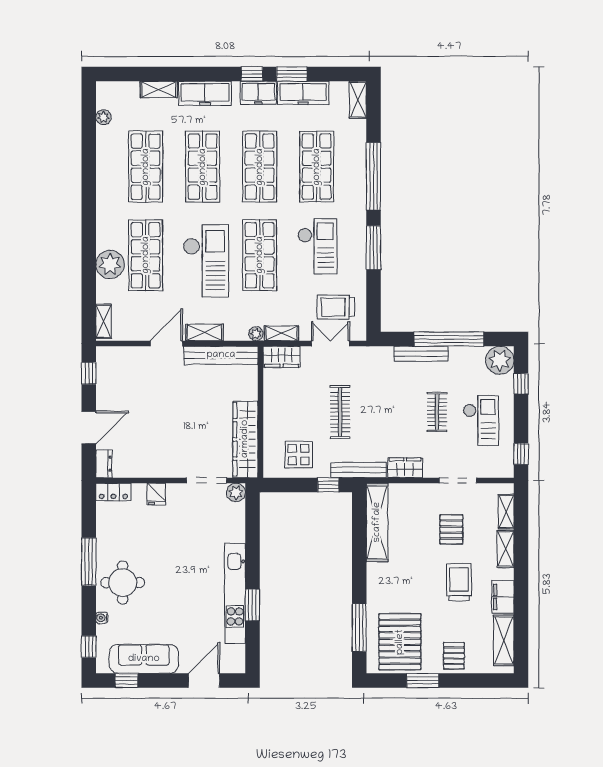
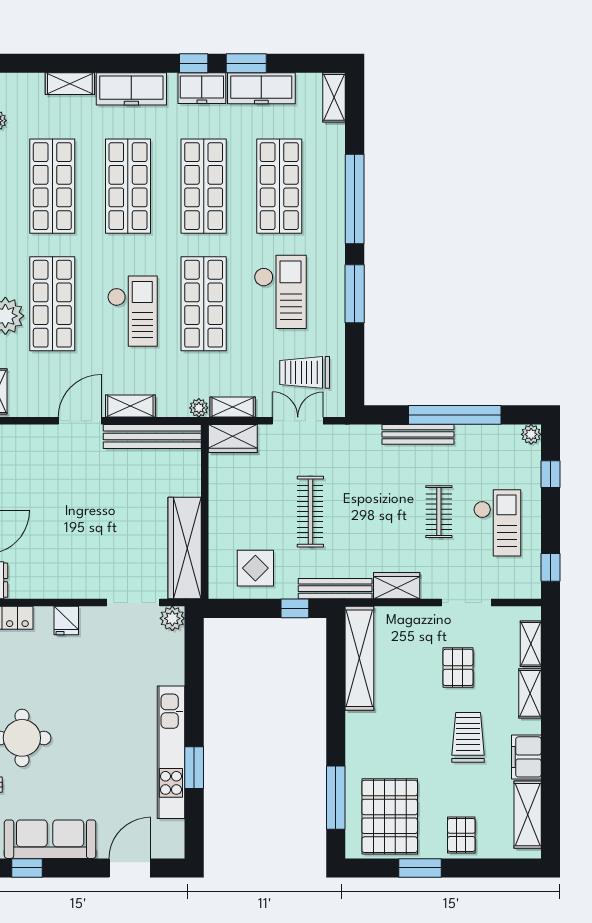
checkout: (206, 261) -> (132, 311), width x0.73, depth x0.83
plant: (500, 360) -> (531, 434), width x0.53, depth x0.53

